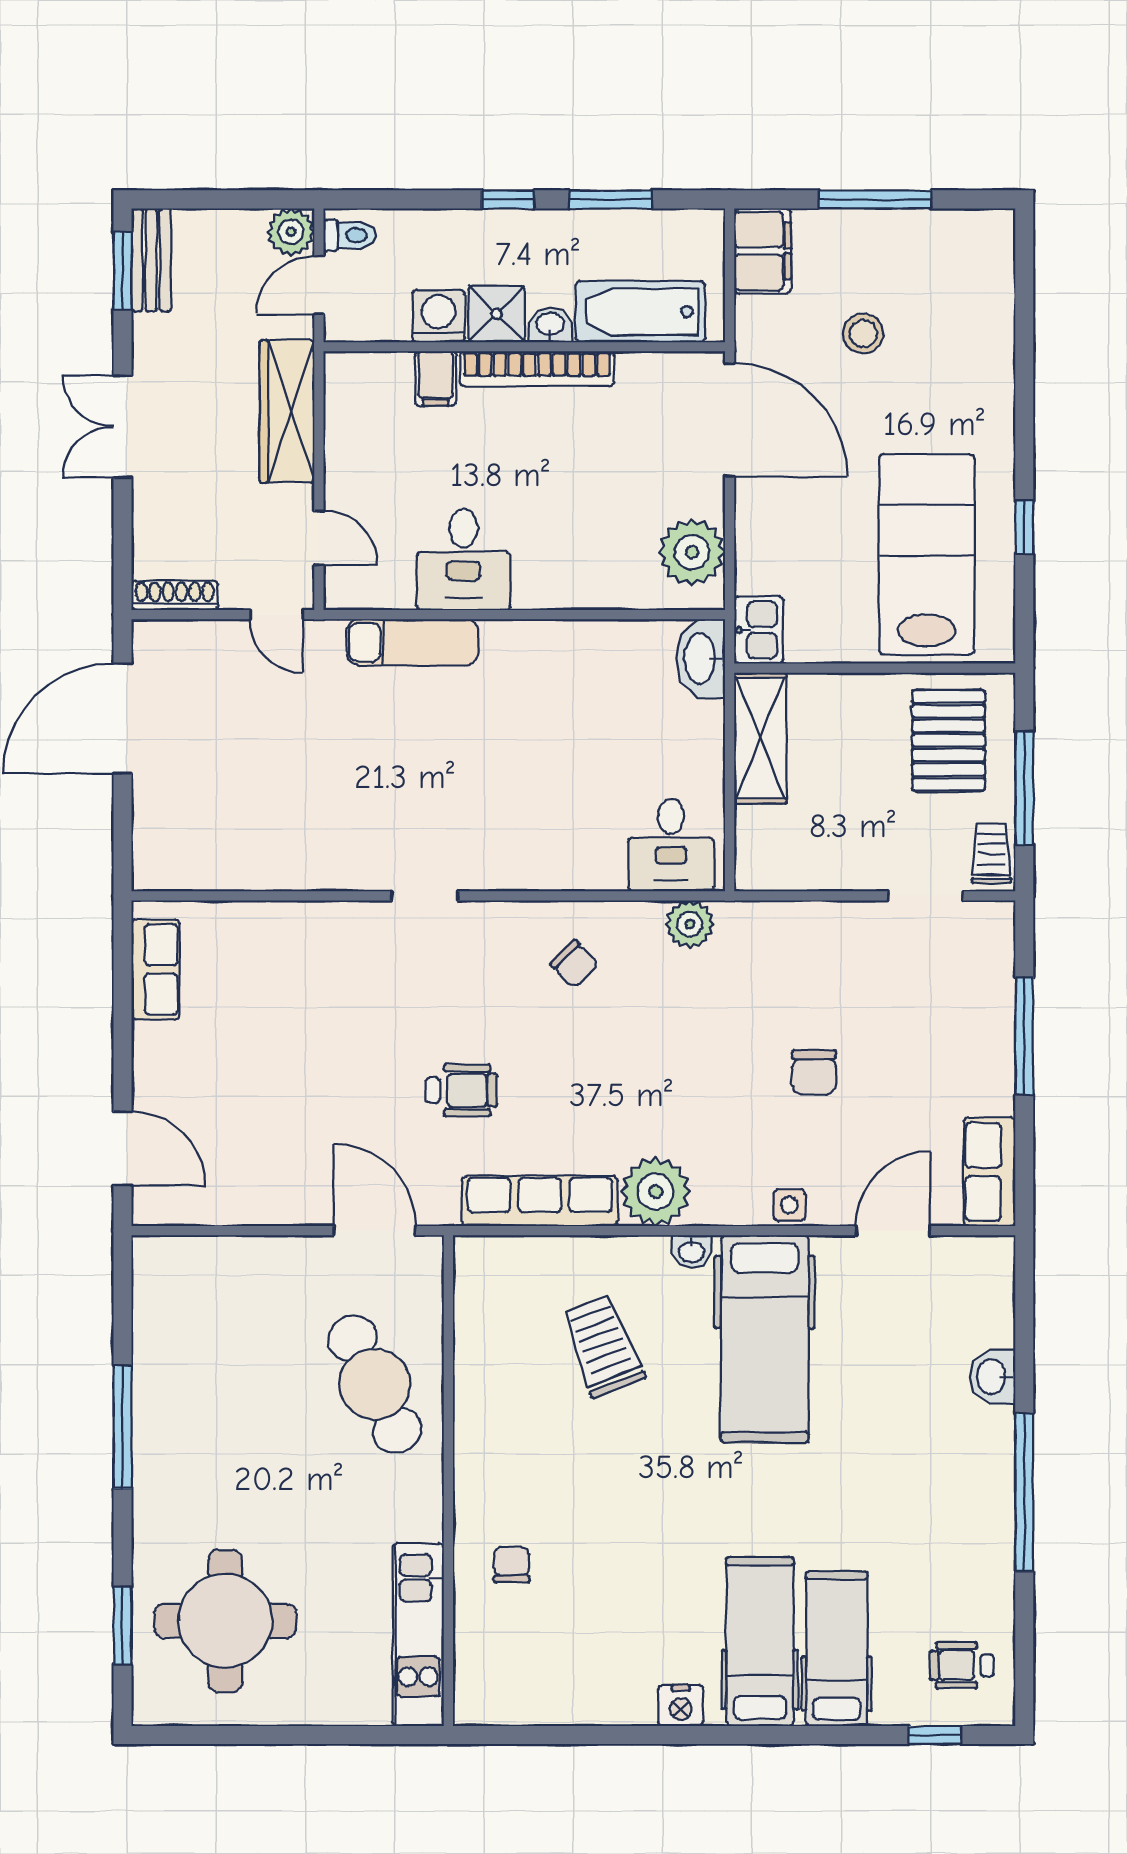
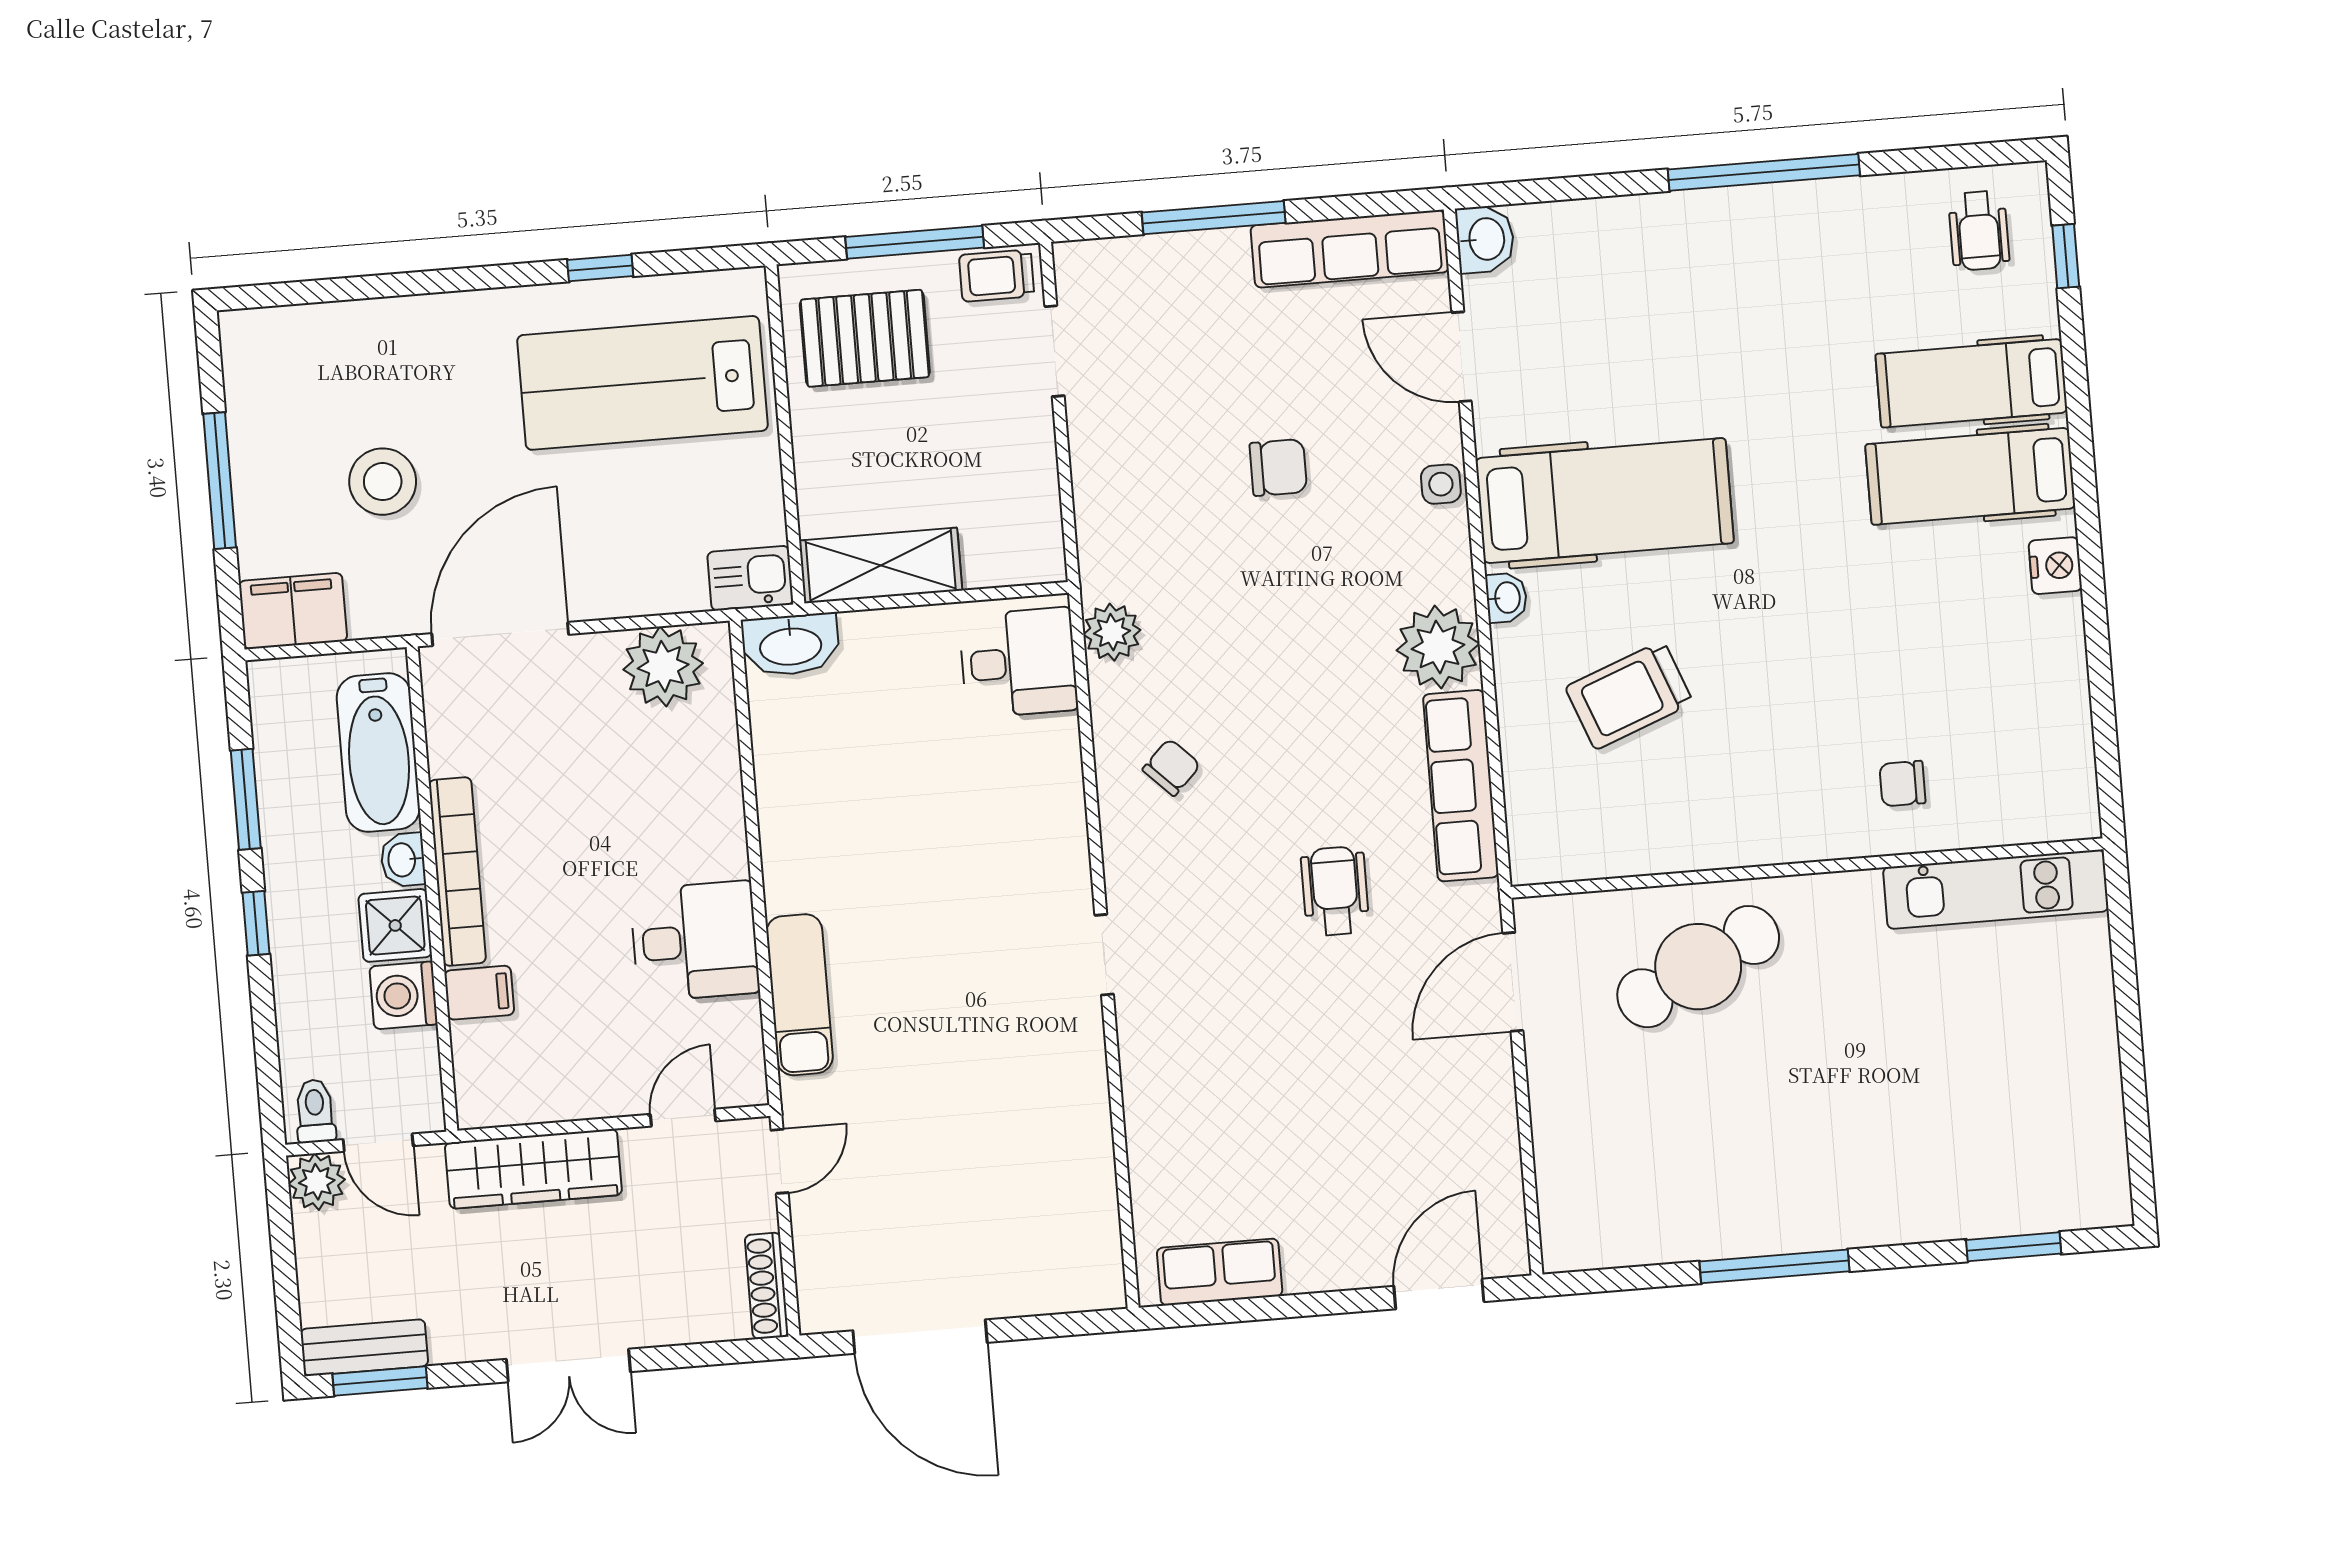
stool: (863, 334) -> (383, 482), width x1.38, depth x1.38
row of seats: (989, 1172) -> (1350, 249), width x1.48
washbasin: (992, 1377) -> (1485, 239), moved, turned -90
round table: (225, 1621) -> (1998, 1123), removed

